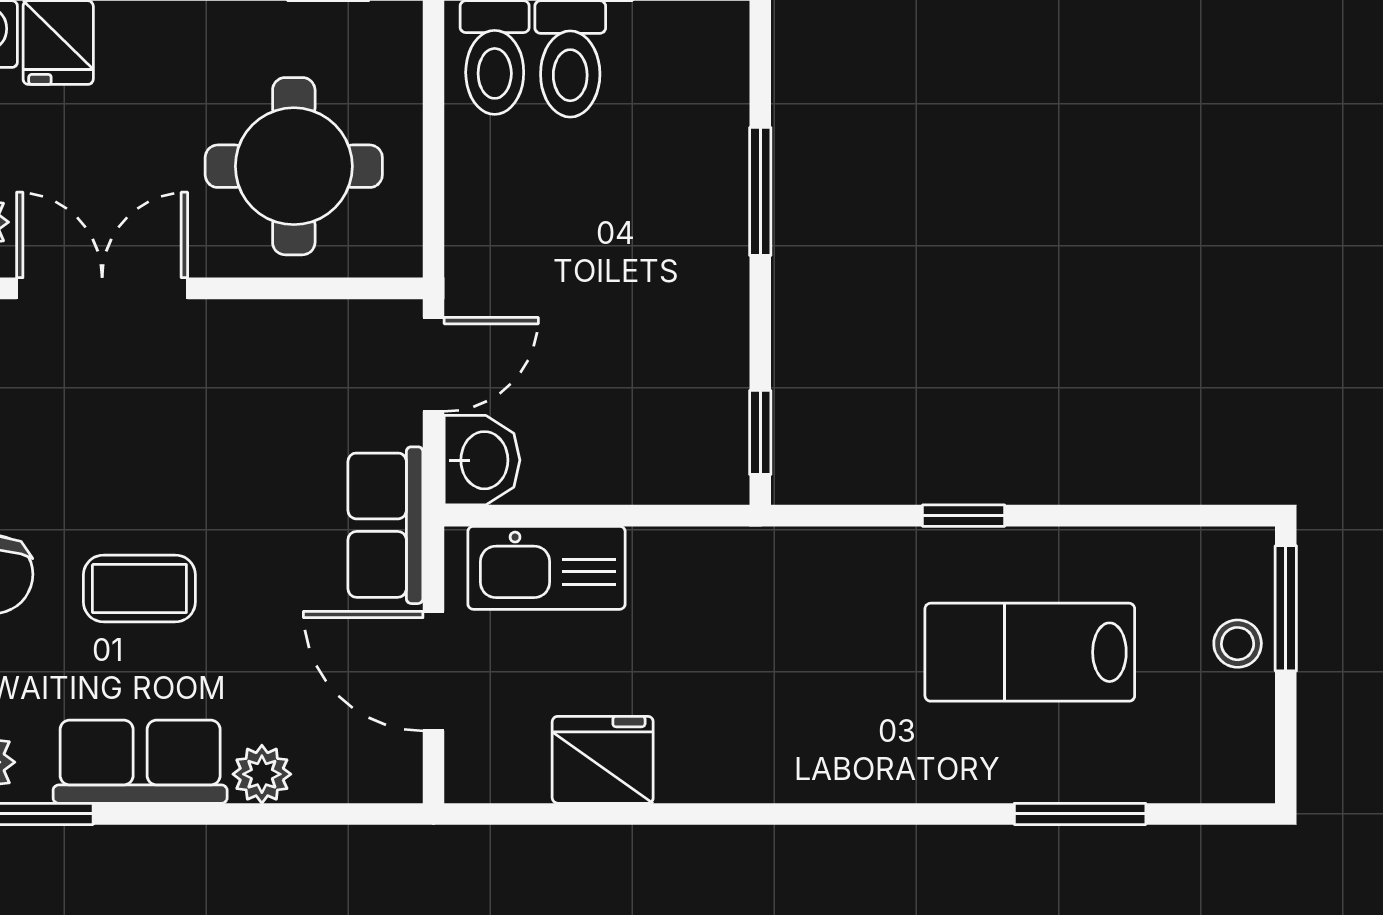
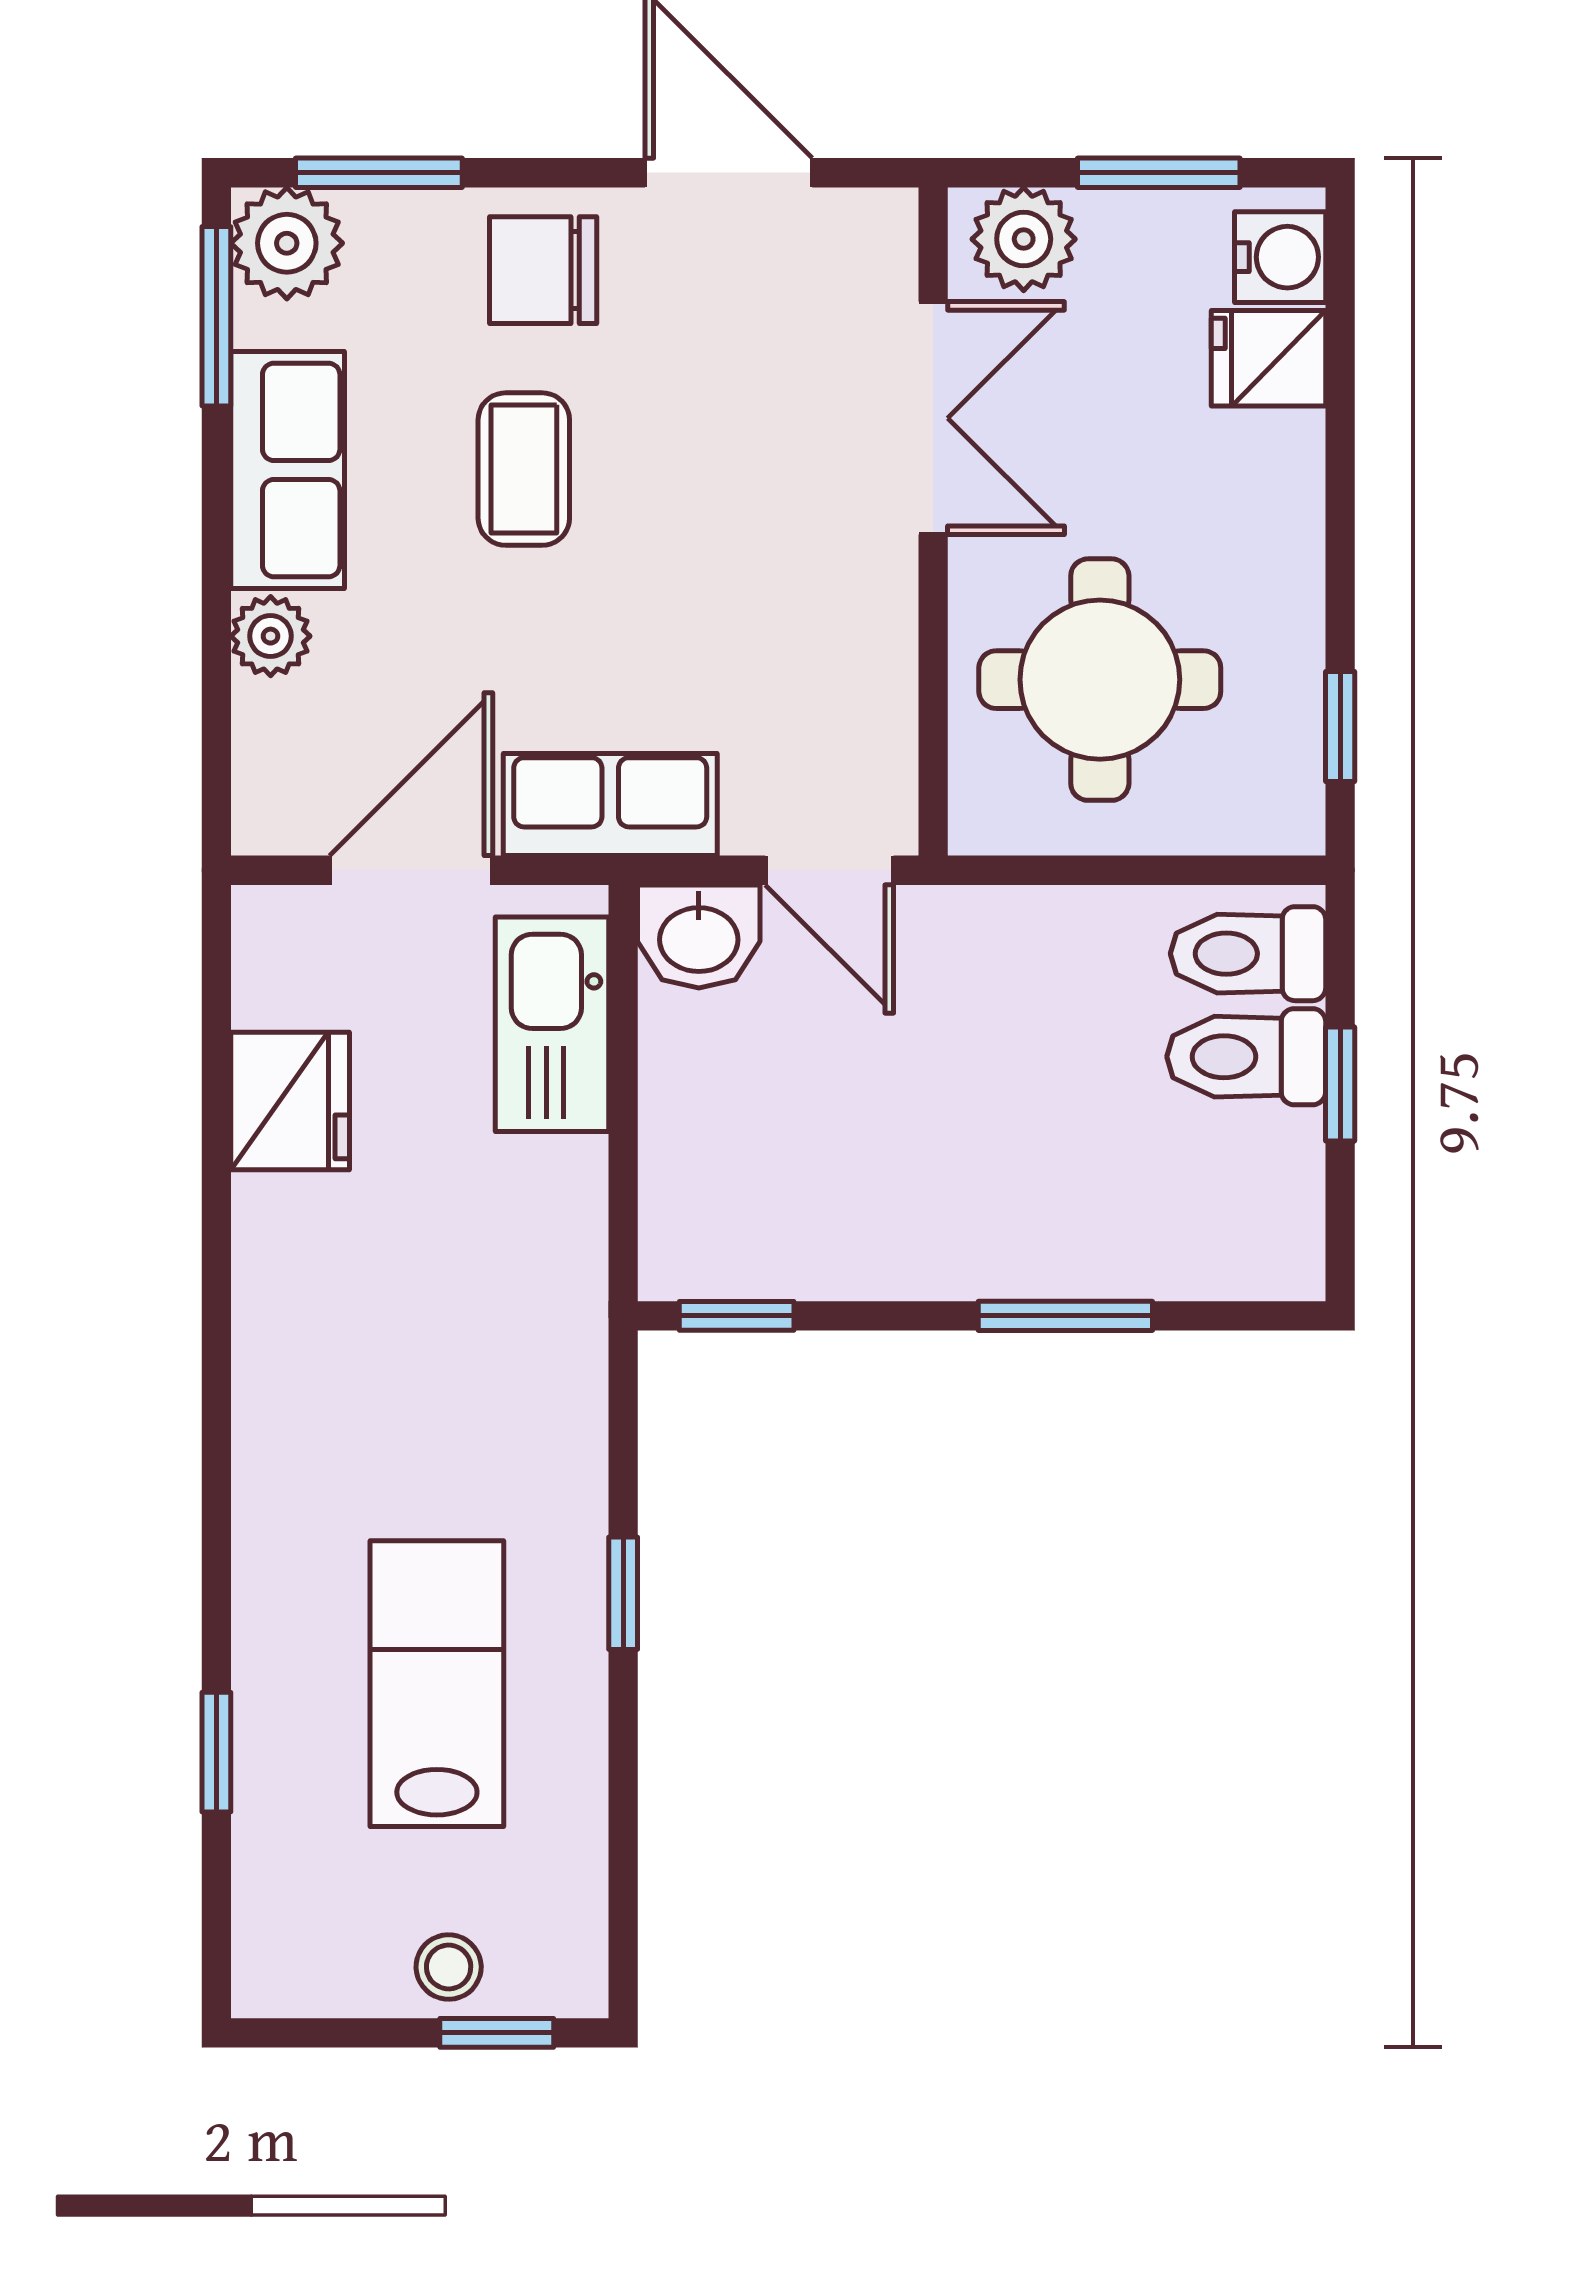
window: (1286, 608) -> (497, 2033), width x0.67
window: (1080, 814) -> (216, 1752), width x0.67

